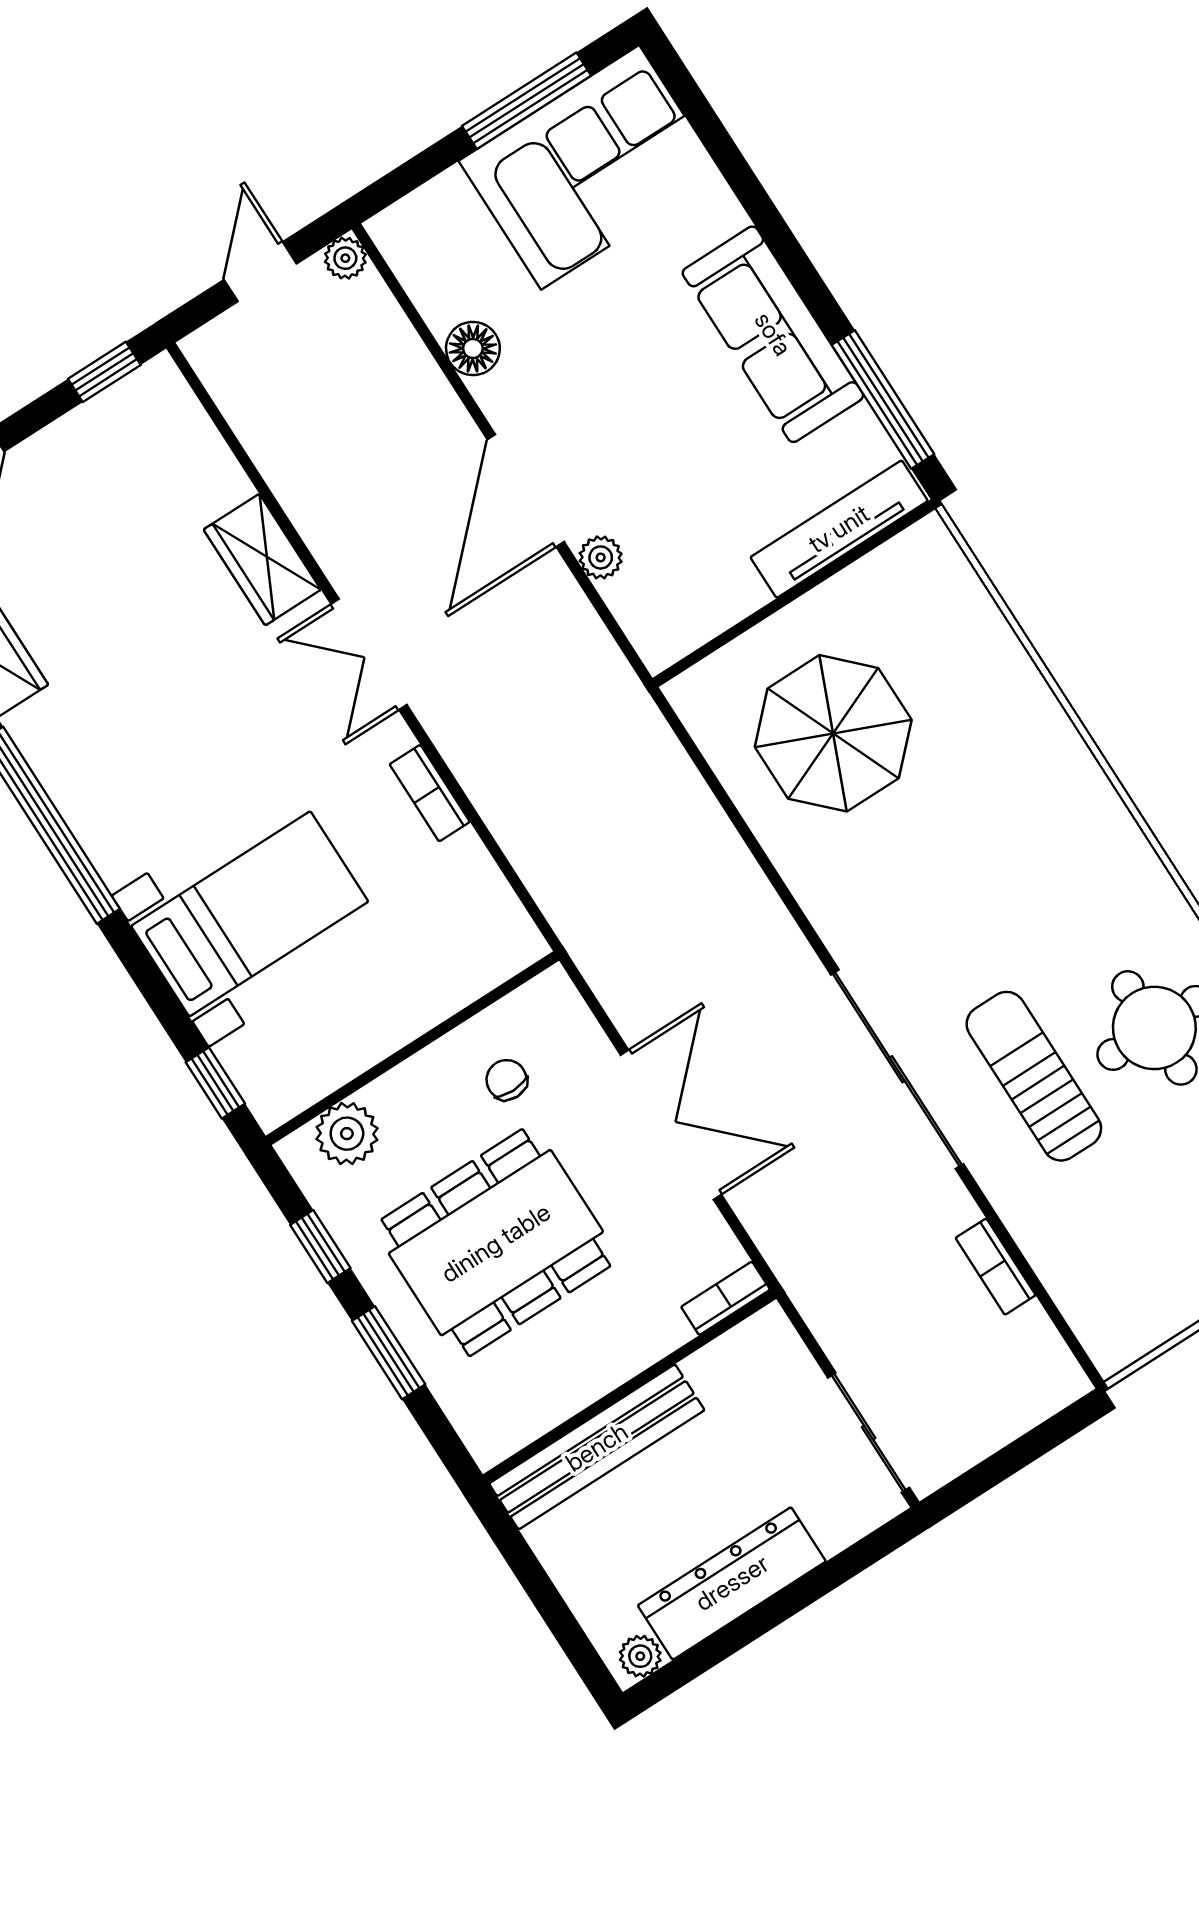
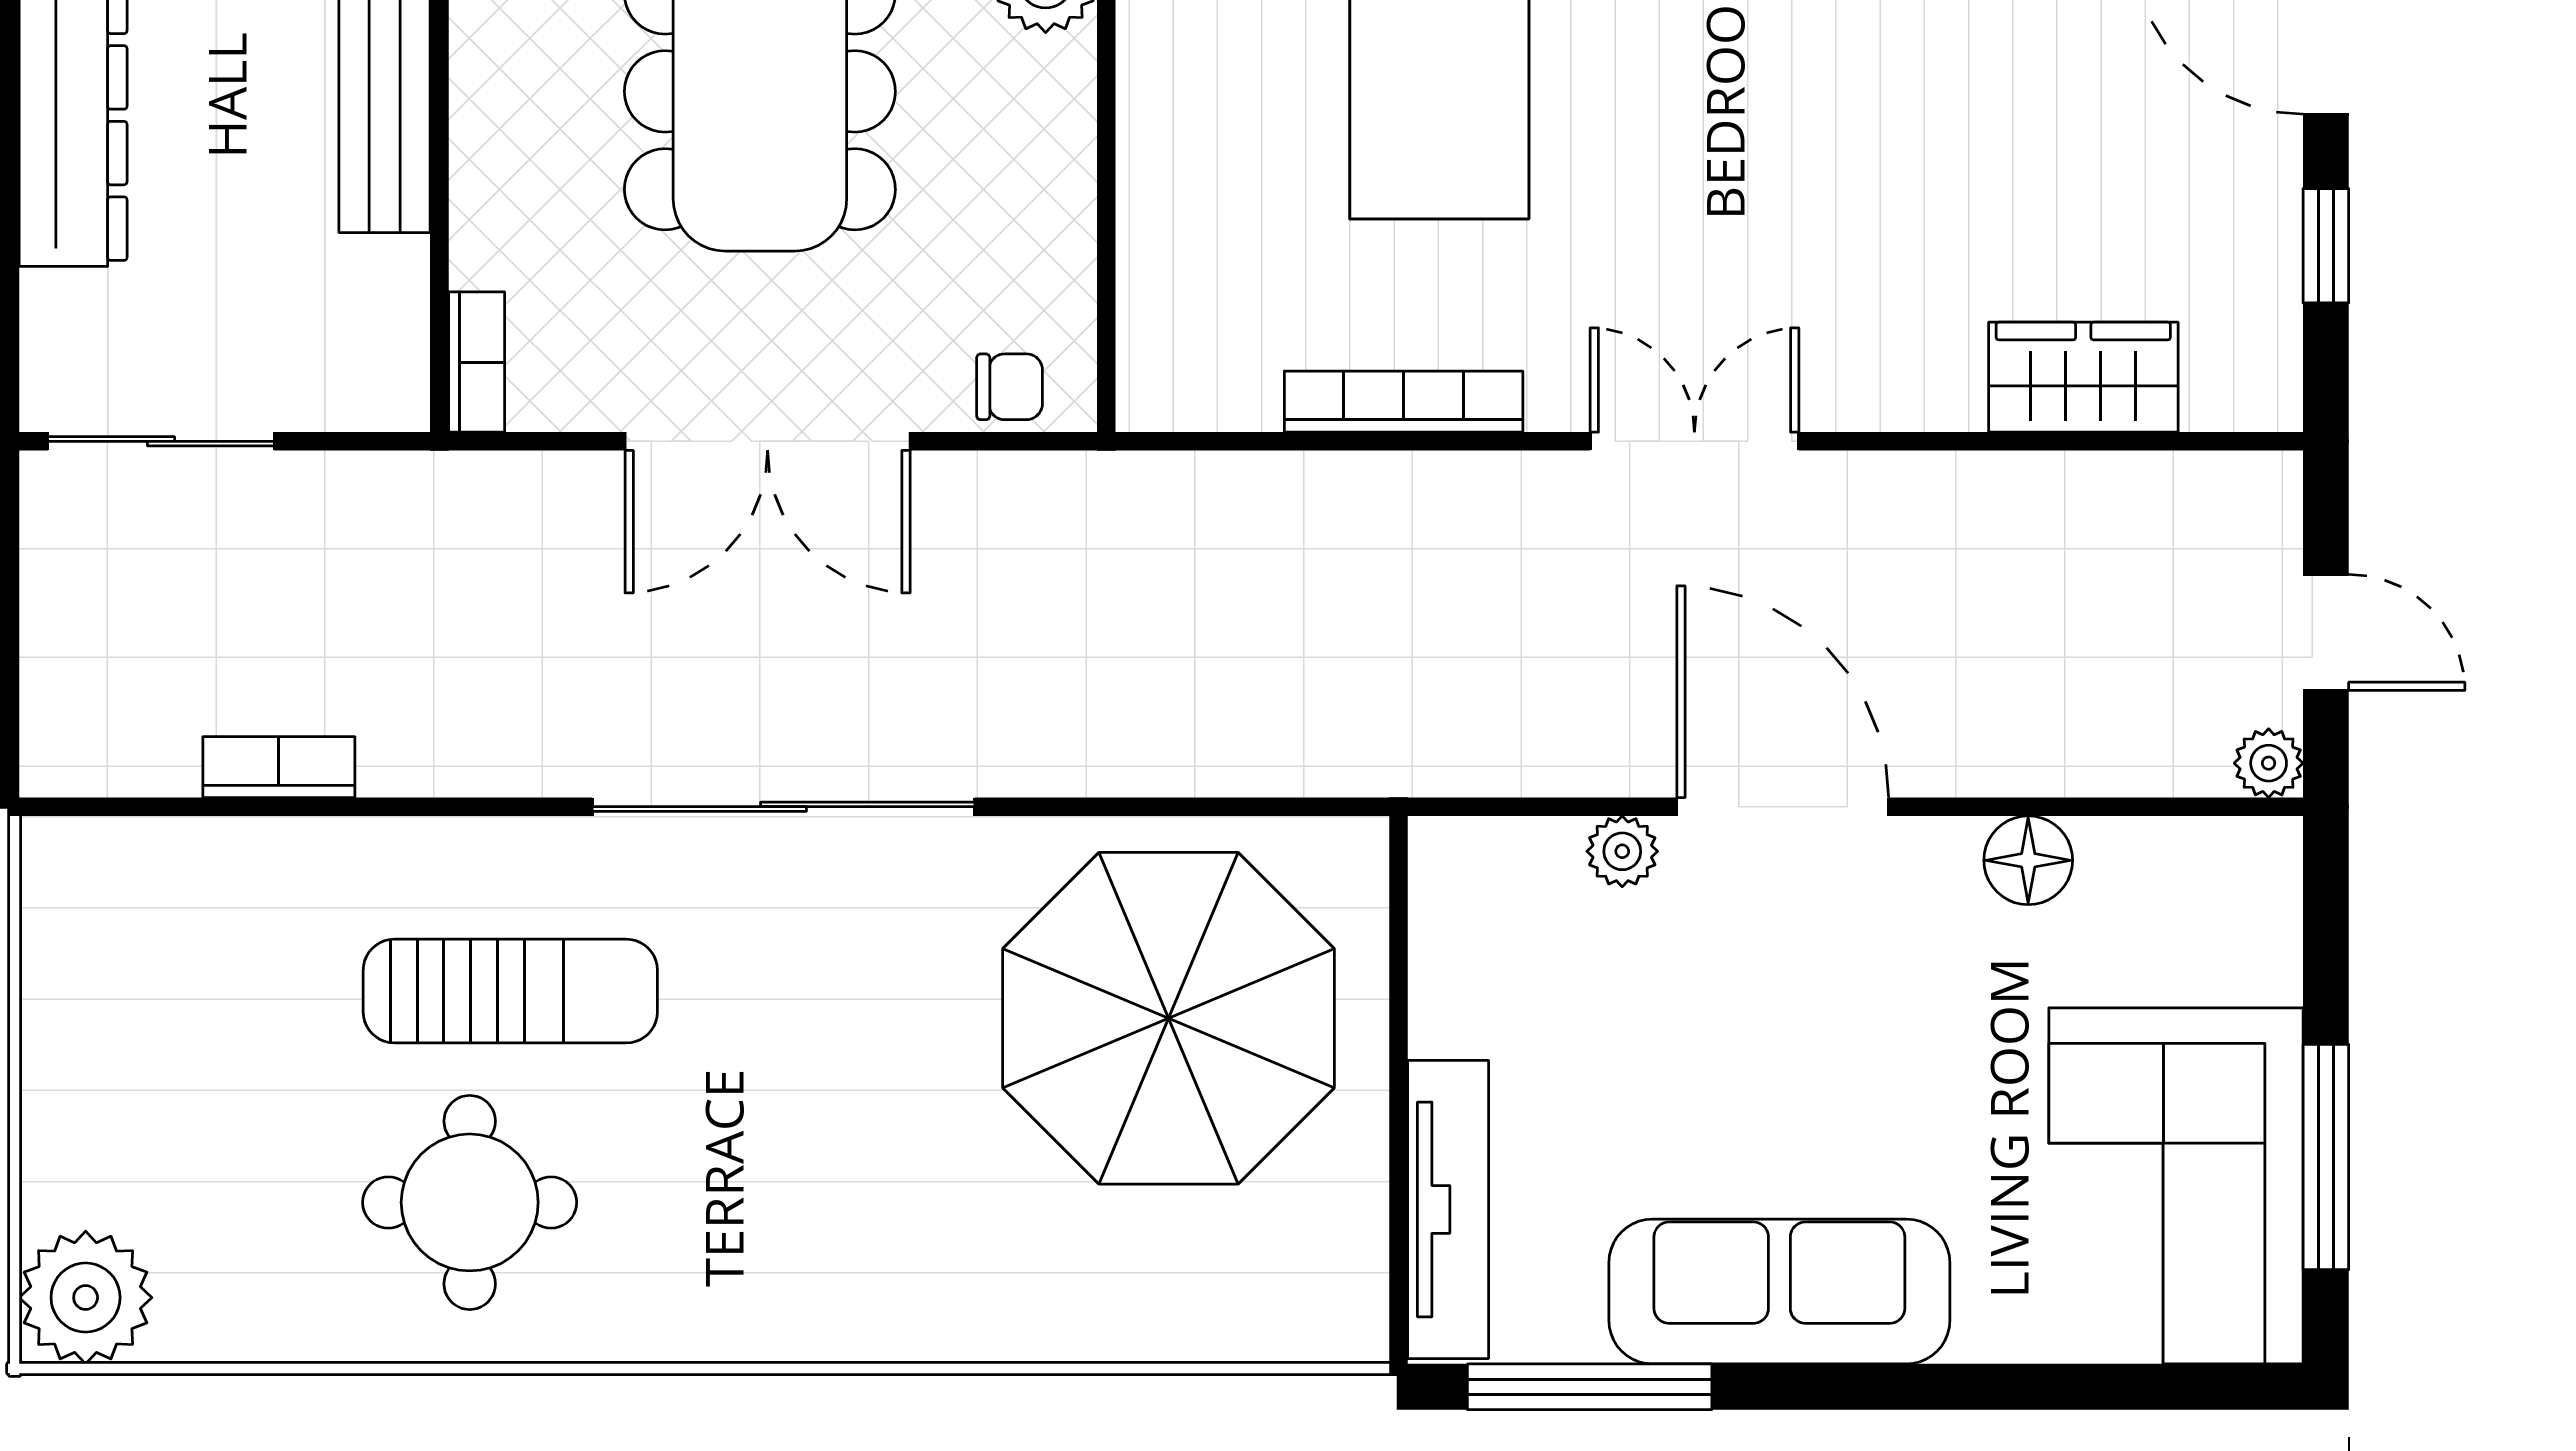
window: (104, 372) -> (2326, 246), moved
wardrobe: (262, 560) -> (2083, 377), moved
parasol: (833, 733) -> (1169, 1018), width x1.36, depth x1.36
bookcase: (430, 793) -> (1404, 402), width x1.56
sliding door: (897, 1069) -> (783, 807), moved
chair: (507, 1080) -> (1010, 387), moved

